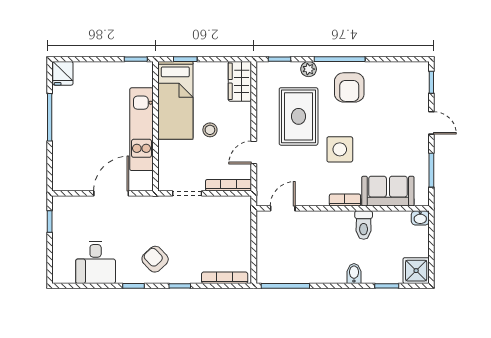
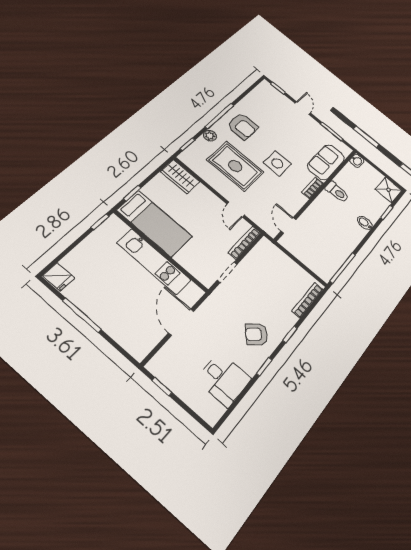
door: (431, 123) -> (303, 108), hinge flipped
stool: (210, 130) -> (196, 221), removed

